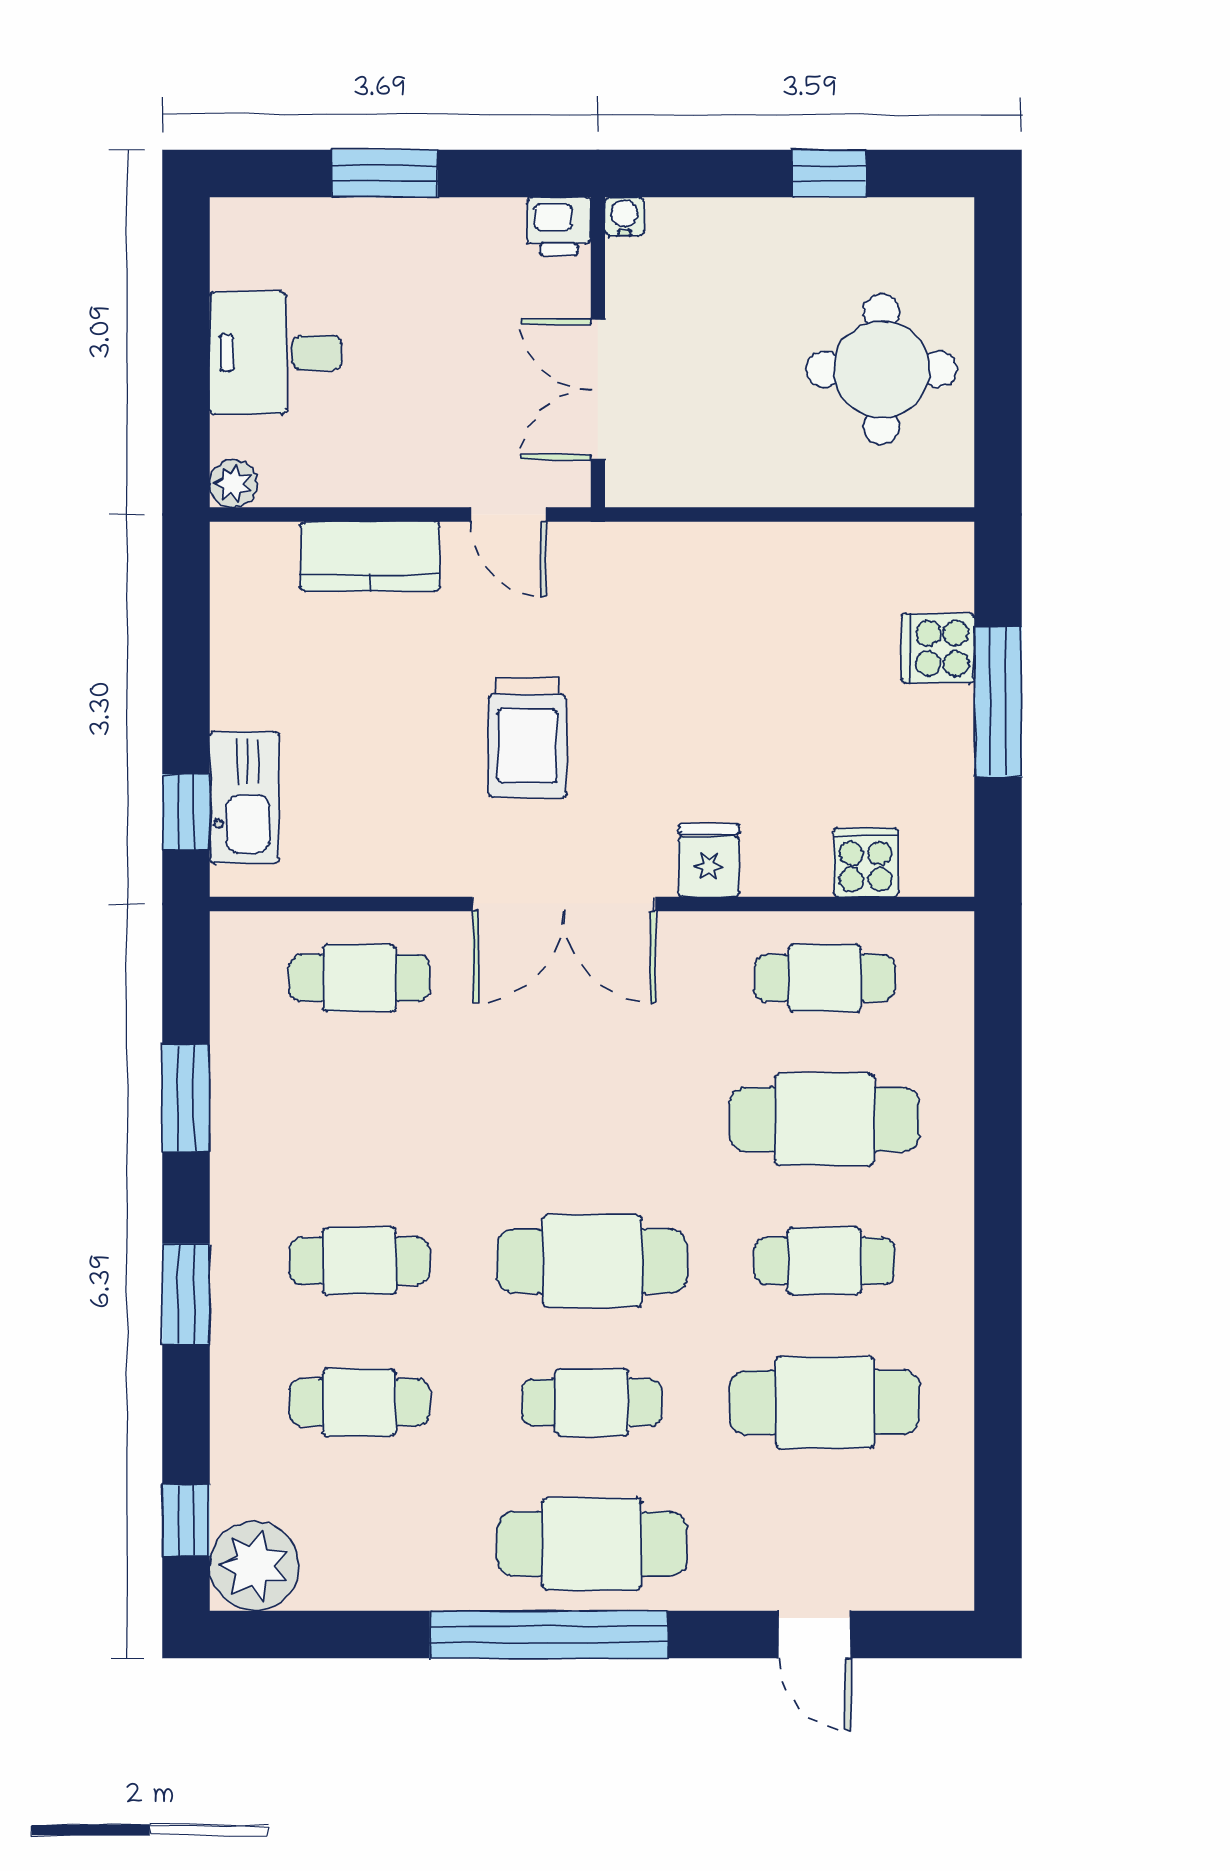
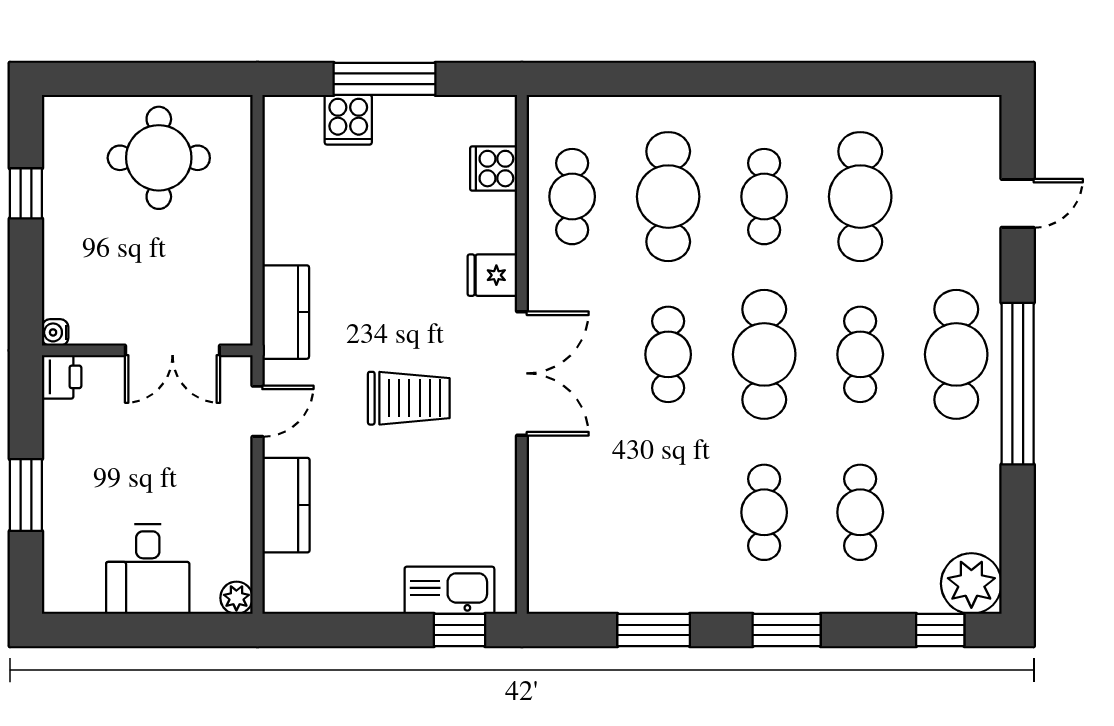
kitchen counter: (654, 556) -> (286, 312), added
cafe table: (359, 978) -> (668, 354), moved

